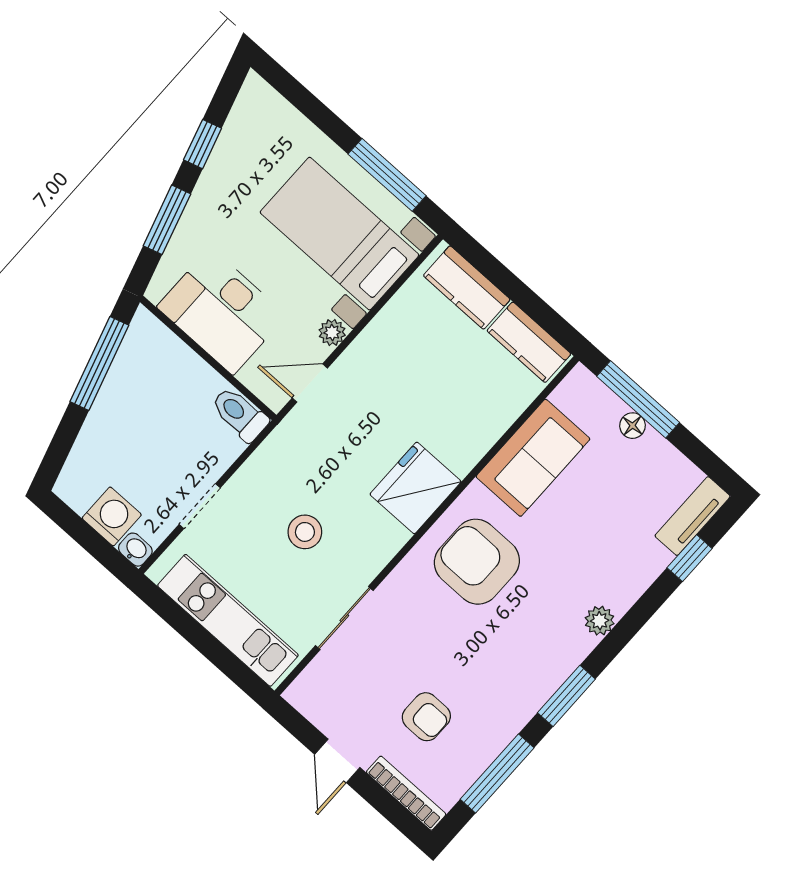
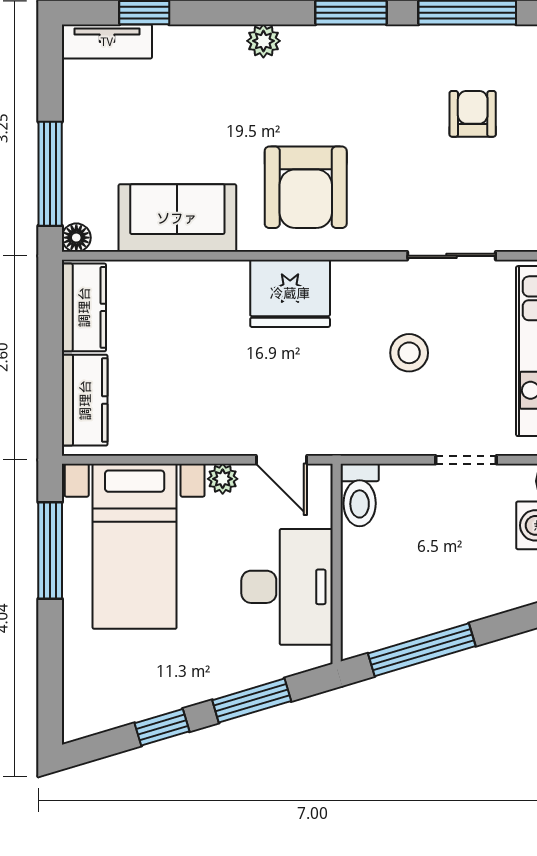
floor lamp: (632, 426) -> (76, 238), moved

